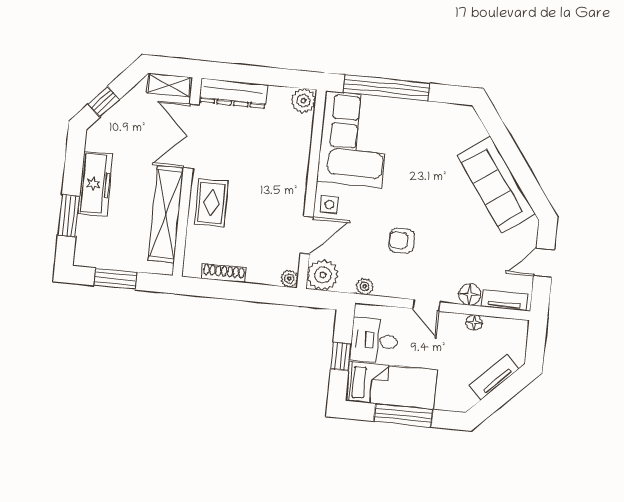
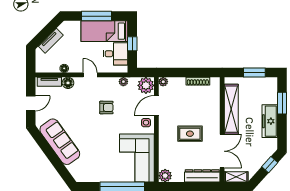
rug: (211, 203) -> (190, 134), moved, turned 90

